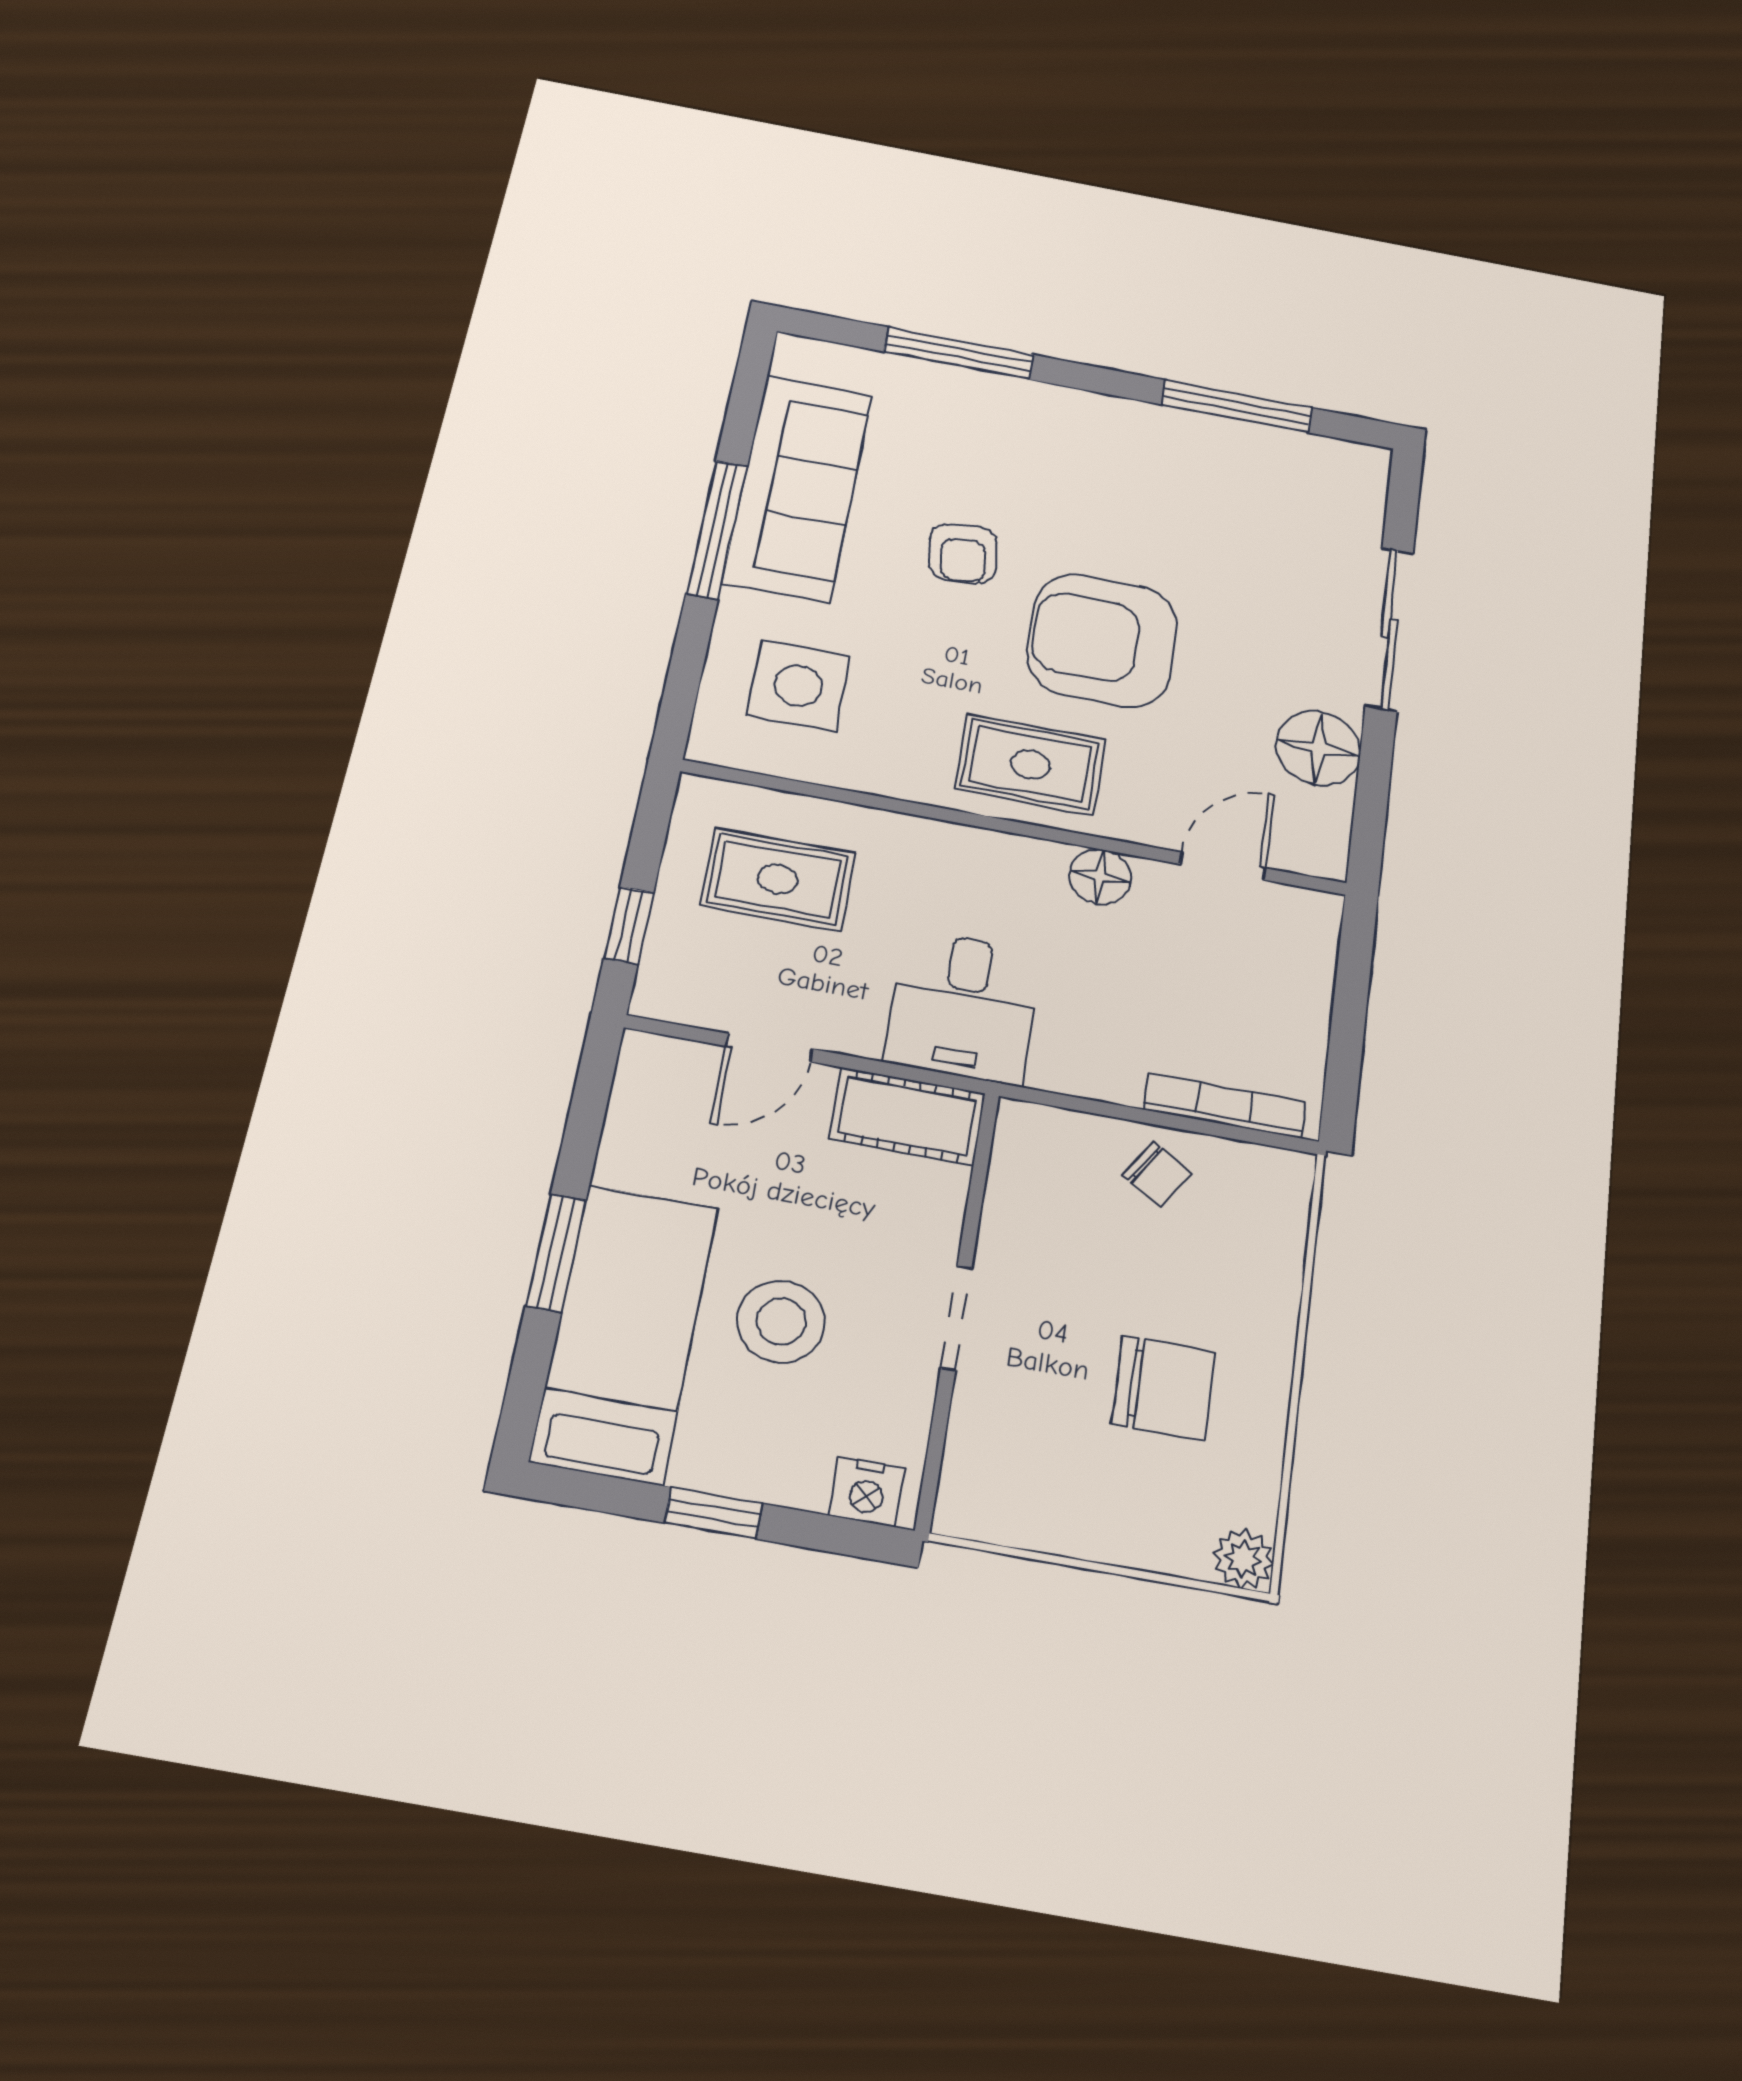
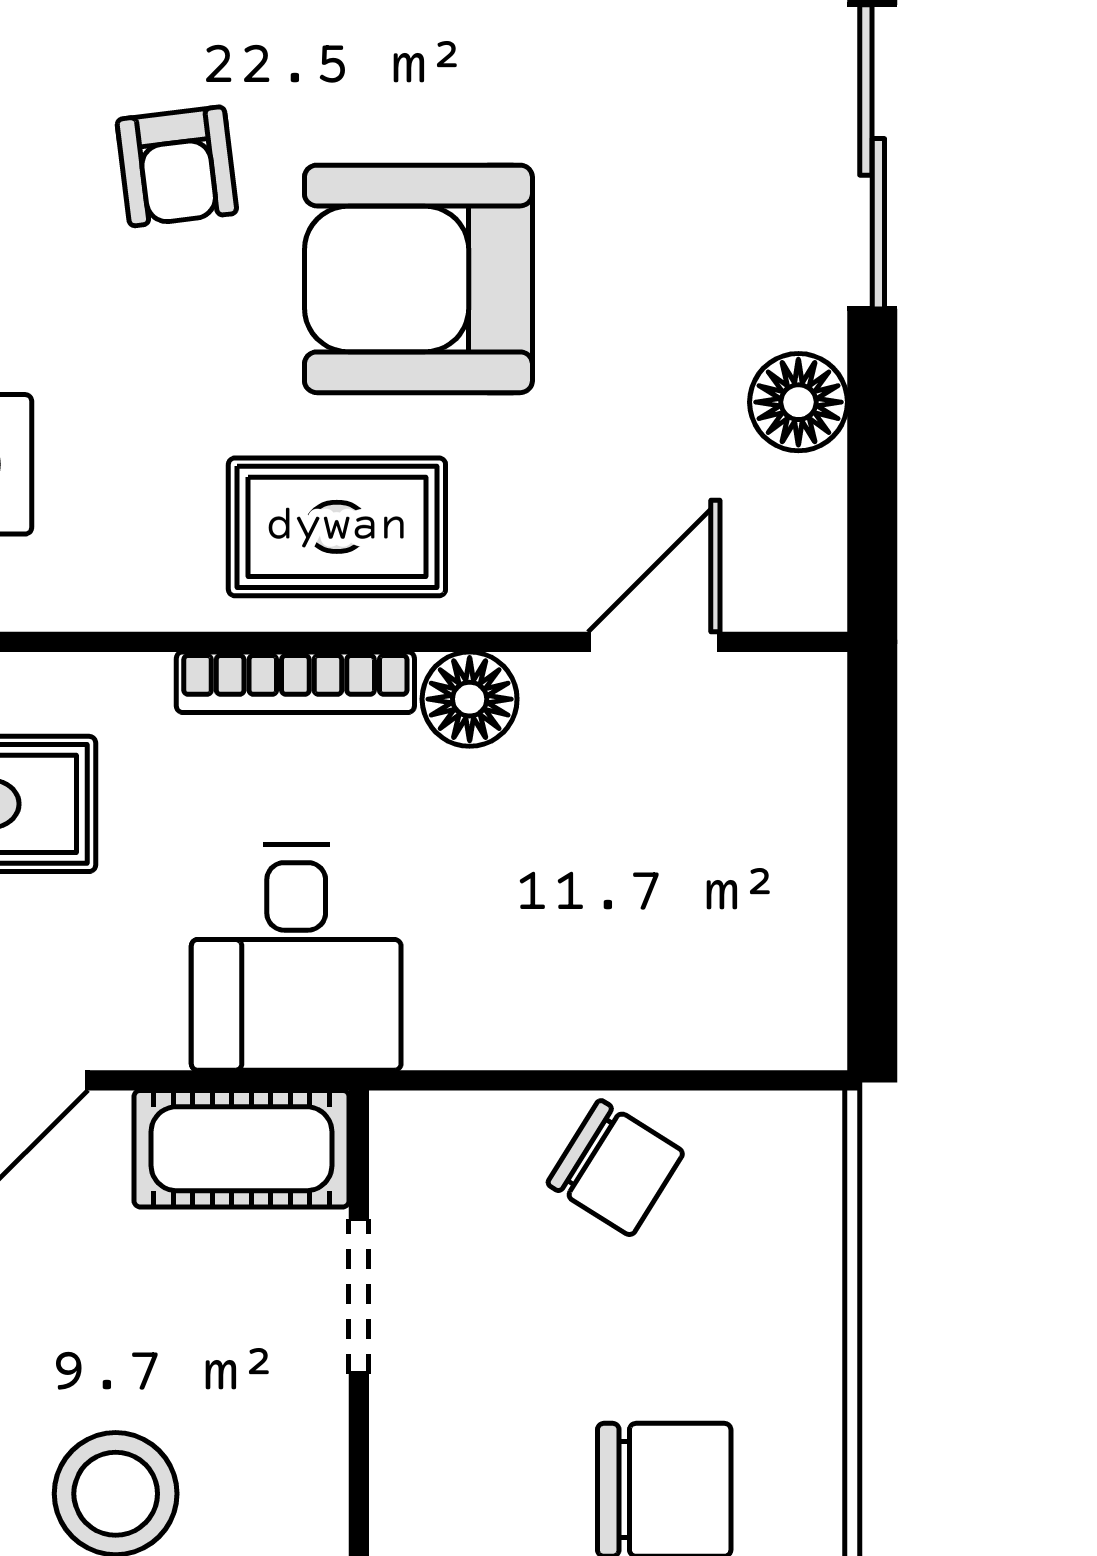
floor lamp: (1318, 748) -> (798, 402), width x0.73, depth x0.73
bookcase: (1224, 1106) -> (295, 682), moved, turned 180
chair: (1157, 1174) -> (616, 1168), width x1.37, depth x1.37
doorway: (956, 1318) -> (359, 1296), moved

